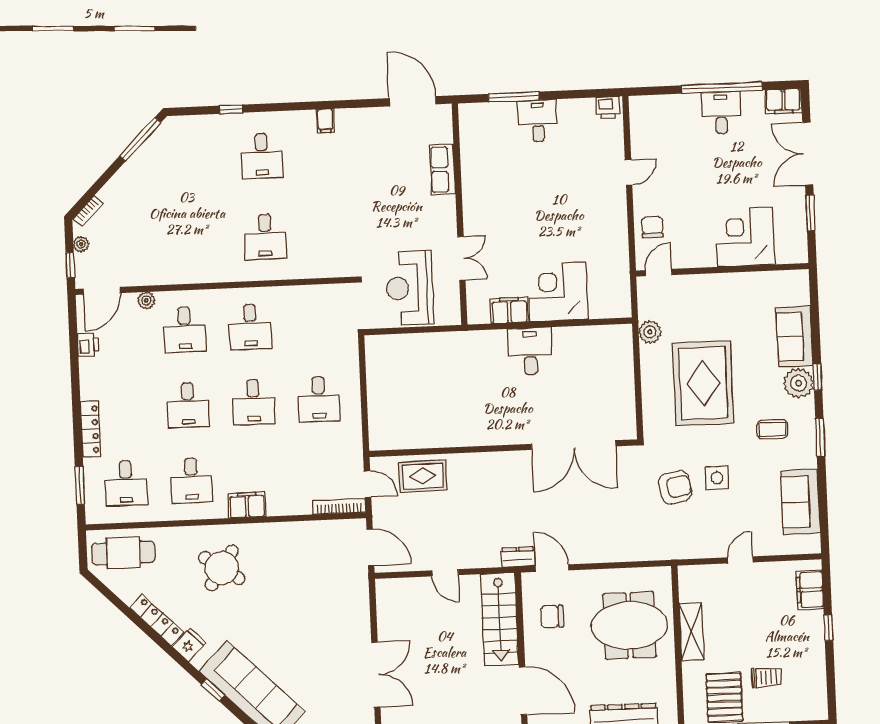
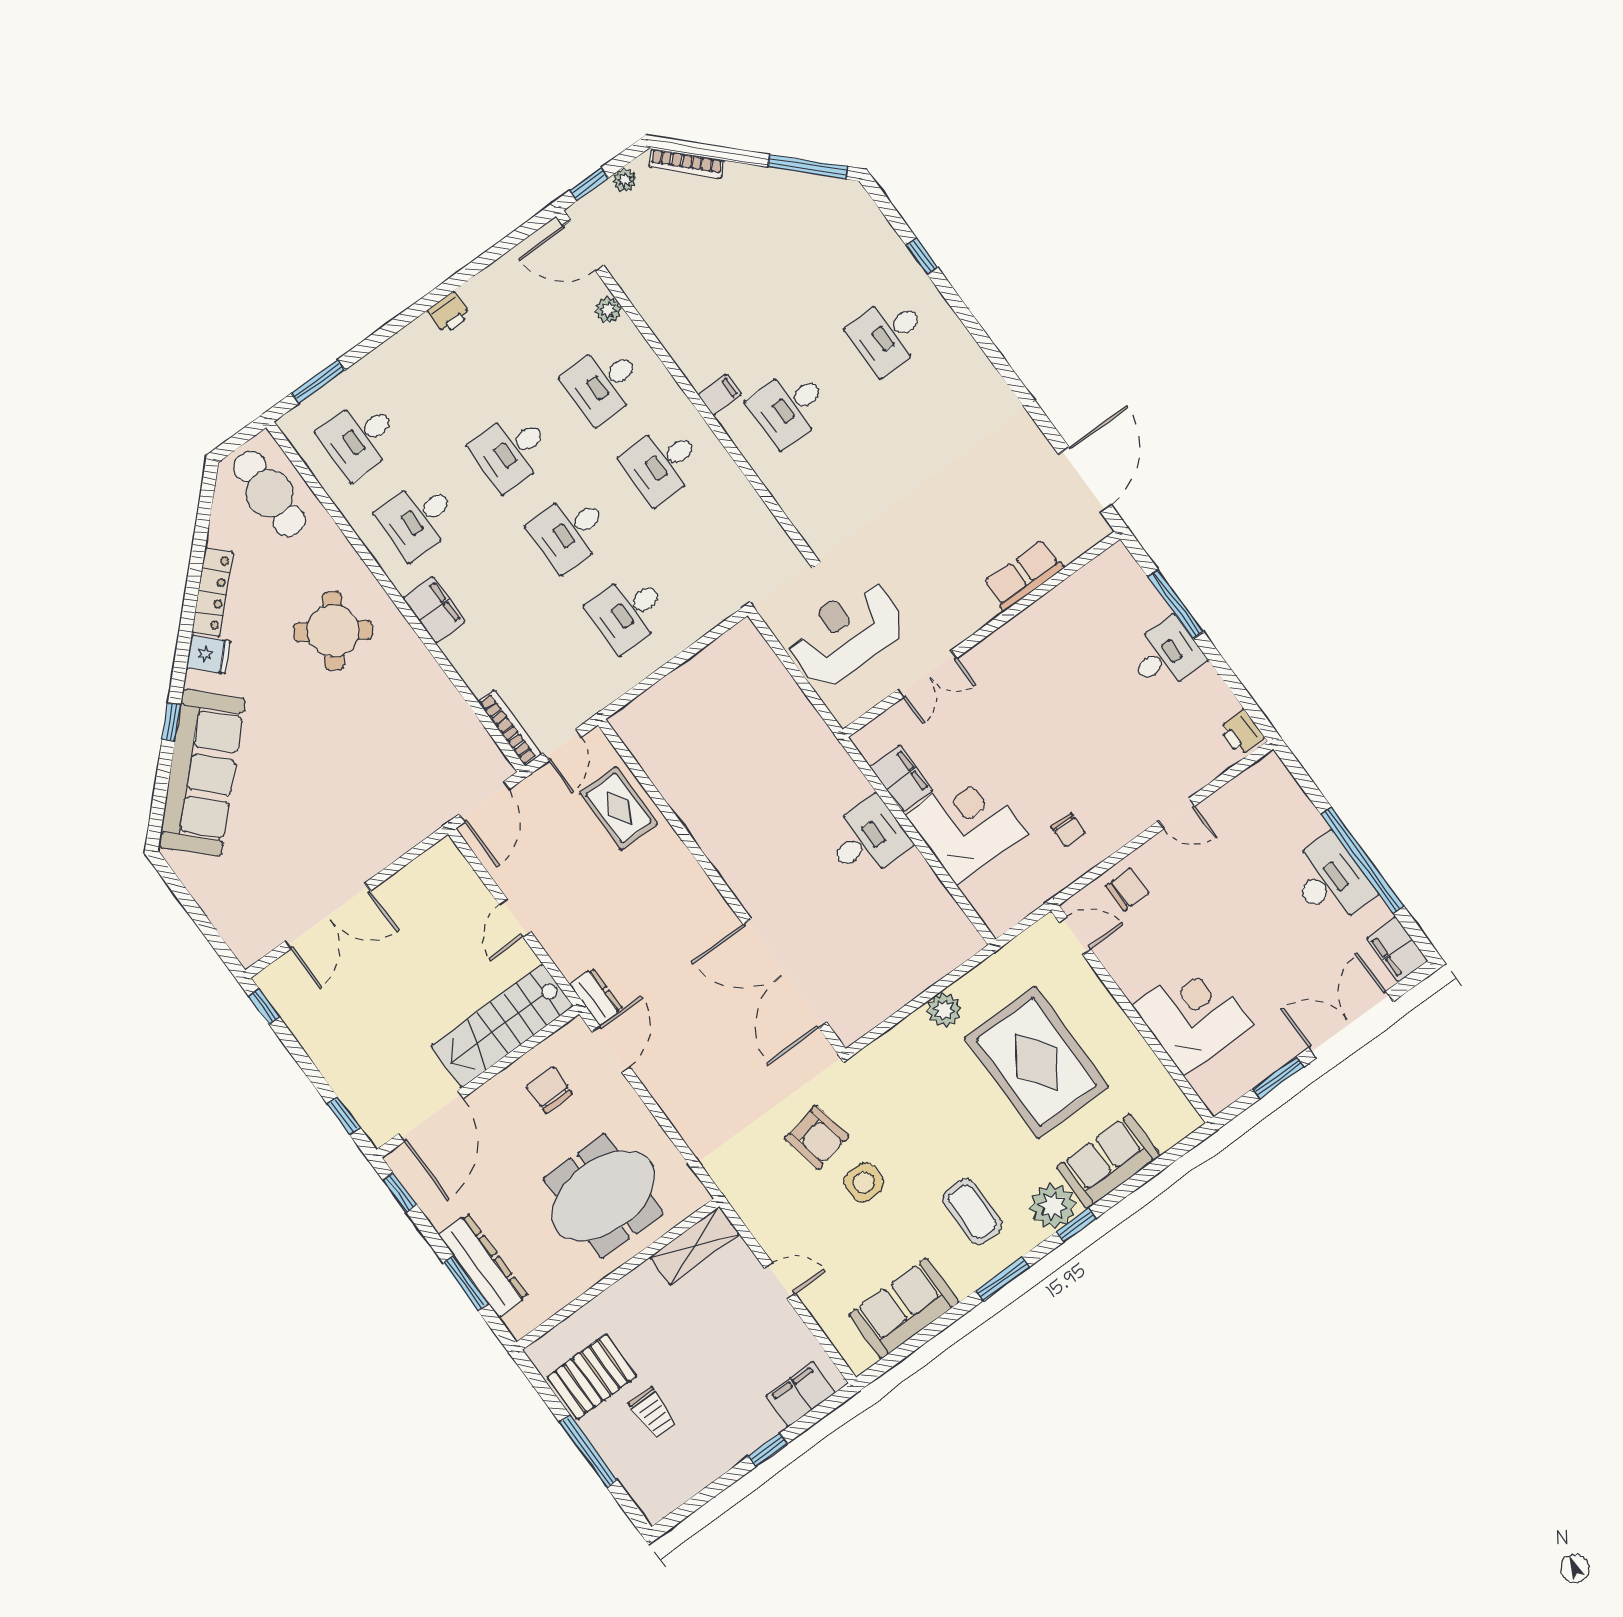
desk: (721, 113) -> (1330, 880), width x1.37
filing cabinet: (325, 121) -> (720, 395), moved, turned 180
bookcase: (88, 211) -> (686, 163), width x1.56
chair: (598, 238) -> (1068, 830), added
plant: (650, 332) -> (944, 1010), moved
printer: (88, 345) -> (449, 313), moved
rug: (703, 383) -> (1037, 1062), moved, turned 90
locker: (91, 429) -> (398, 348), removed
coffee table: (772, 429) -> (972, 1212), width x1.36, depth x1.30
meeting table: (629, 626) -> (603, 1196), turned 90
shelving: (692, 632) -> (695, 1246), moved

